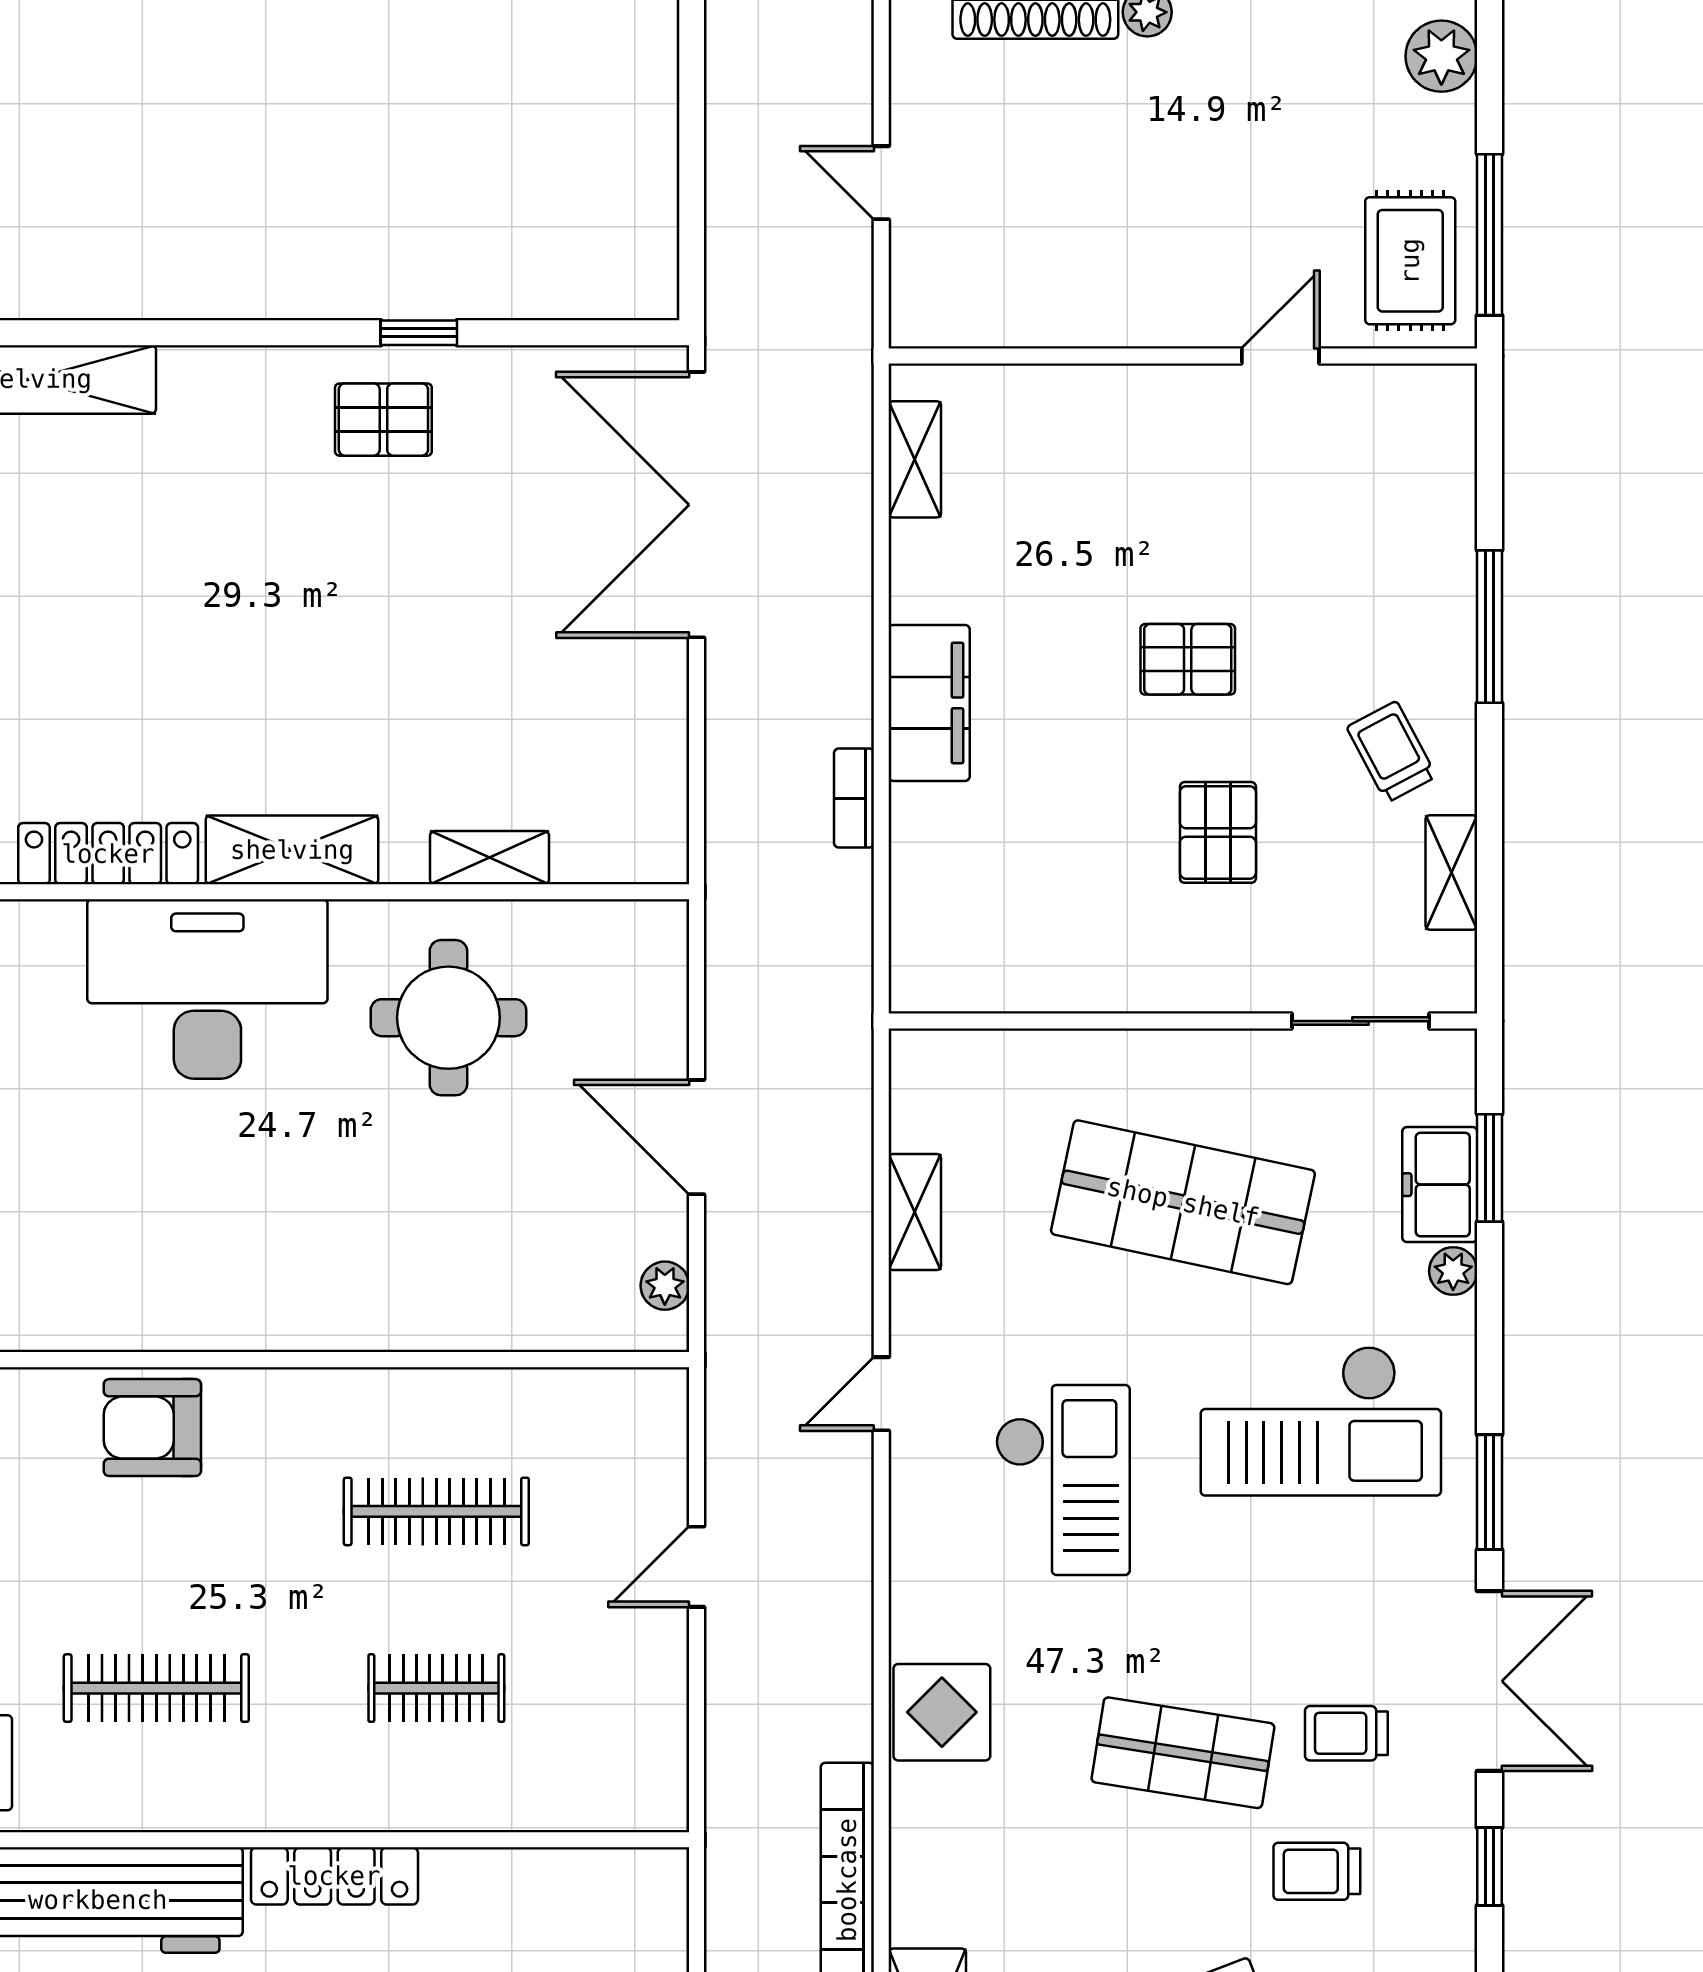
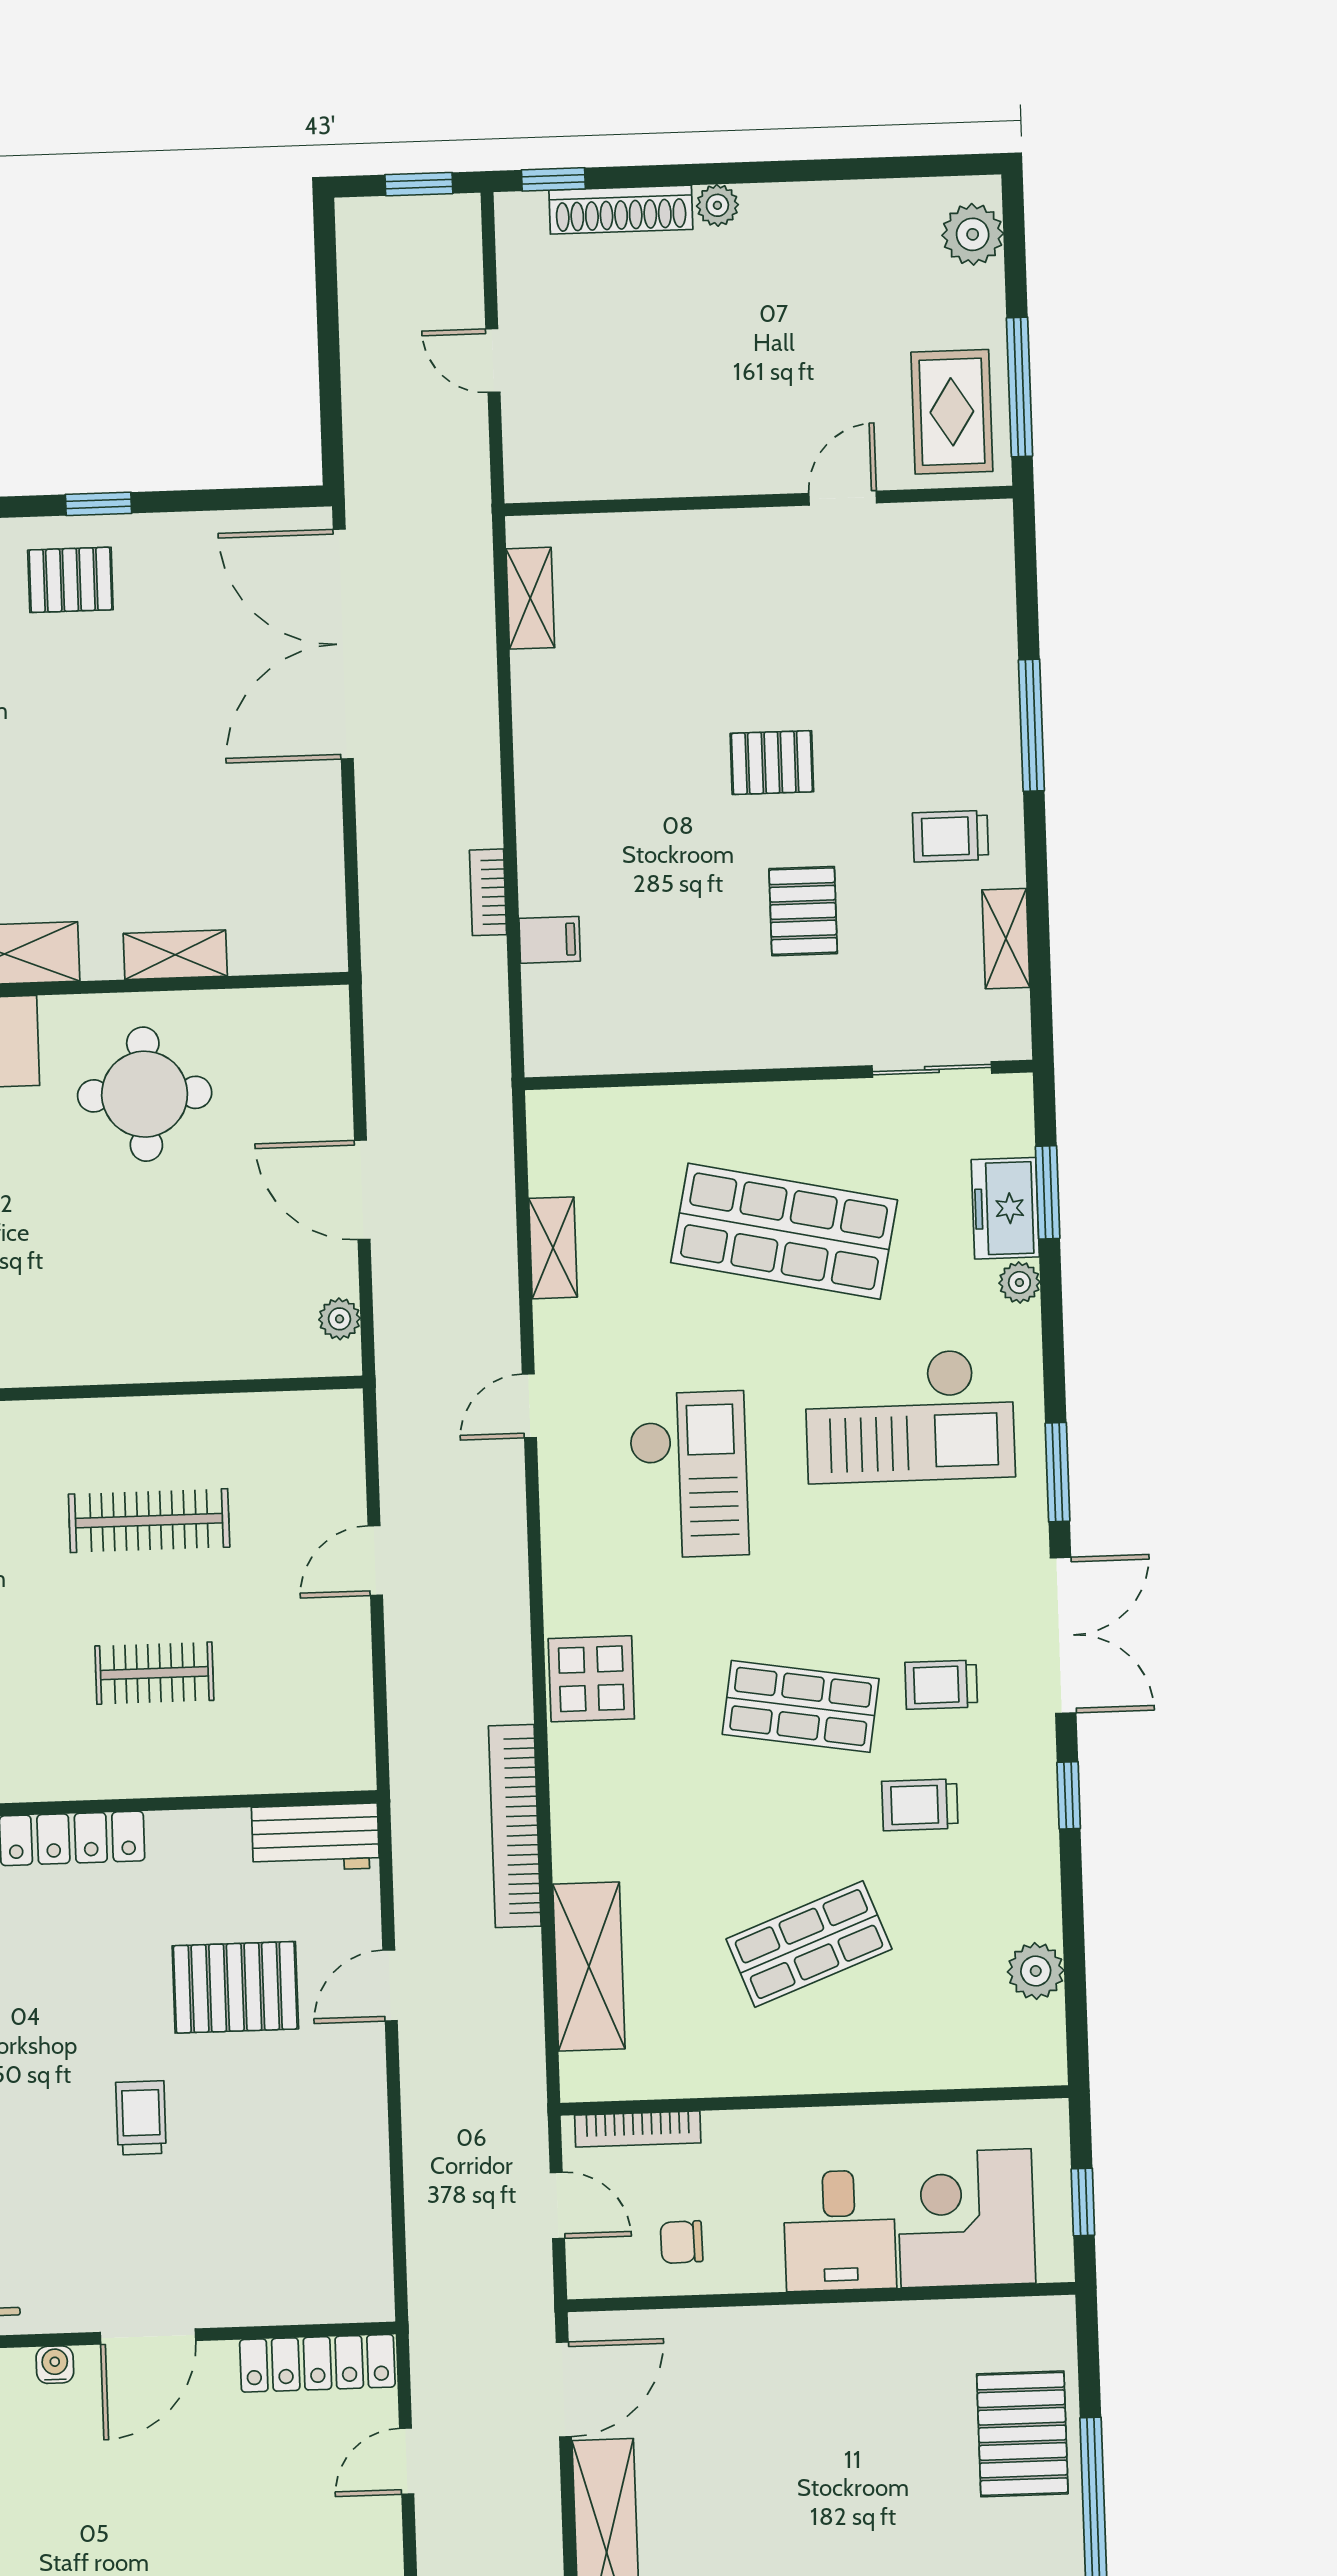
filing cabinet: (929, 703) -> (550, 940), moved, width x0.33, depth x0.86
trolley: (1392, 752) -> (951, 836), turned -62
workbench: (616, 1885) -> (315, 1838), added

